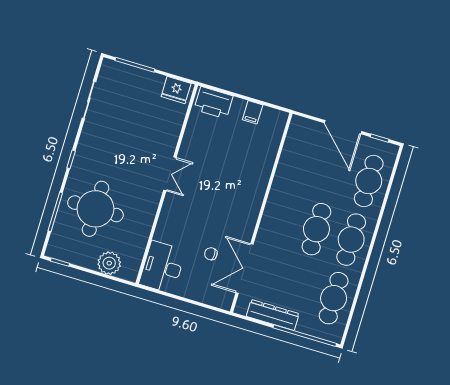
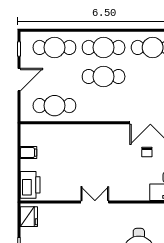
door: (343, 127) -> (19, 80), width x0.73
cafe table: (299, 160) -> (54, 106), added

